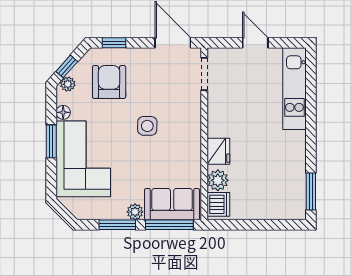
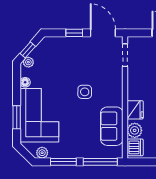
window: (114, 43) -> (74, 33), moved
armchair: (109, 82) -> (58, 61), removed
window: (51, 141) -> (17, 117), moved
sofa: (172, 204) -> (112, 126), moved, turned -90
plant: (135, 212) -> (42, 153), moved

